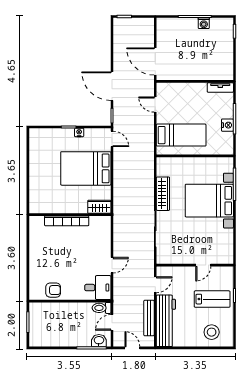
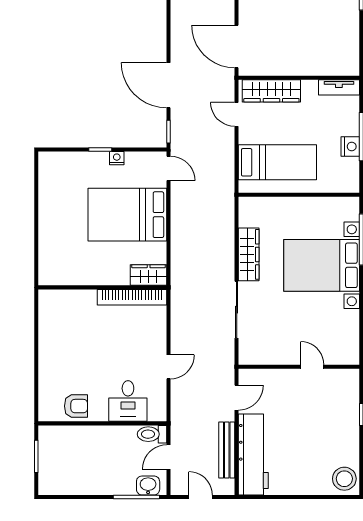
wardrobe: (177, 90) -> (271, 91), added
bookcase: (67, 221) -> (132, 297), moved
door: (203, 265) -> (312, 367), swing flipped
desk: (98, 288) -> (128, 401), moved, turned 90
lab bench: (212, 299) -> (326, 420), removed
stool: (212, 332) -> (344, 479), moved

